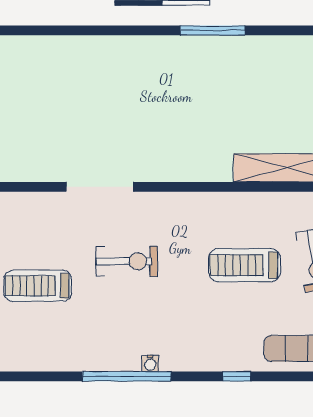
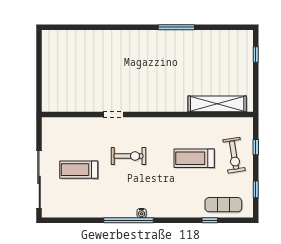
doorway: (100, 187) -> (113, 114), width x0.53
window: (237, 376) -> (210, 220), moved

